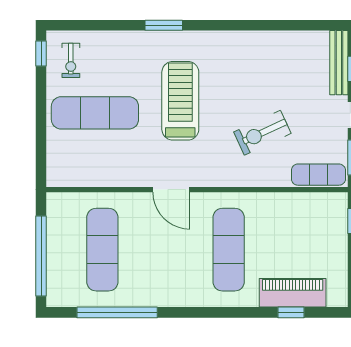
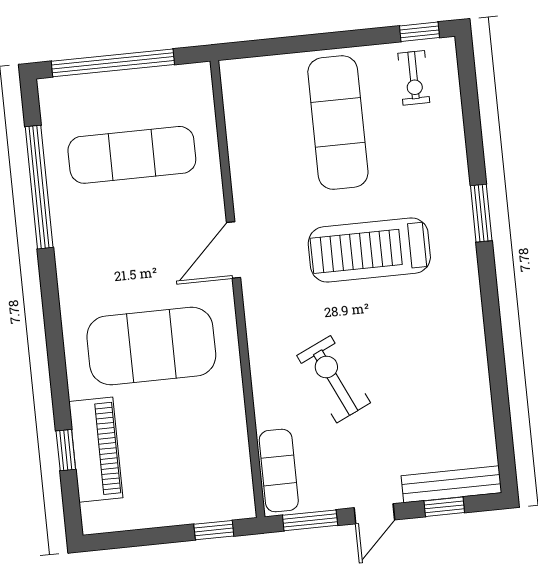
exercise bike: (71, 60) -> (414, 78), turned -90
treadmill: (180, 101) -> (369, 250), turned 180
exercise mat: (229, 250) -> (151, 346), width x1.47

